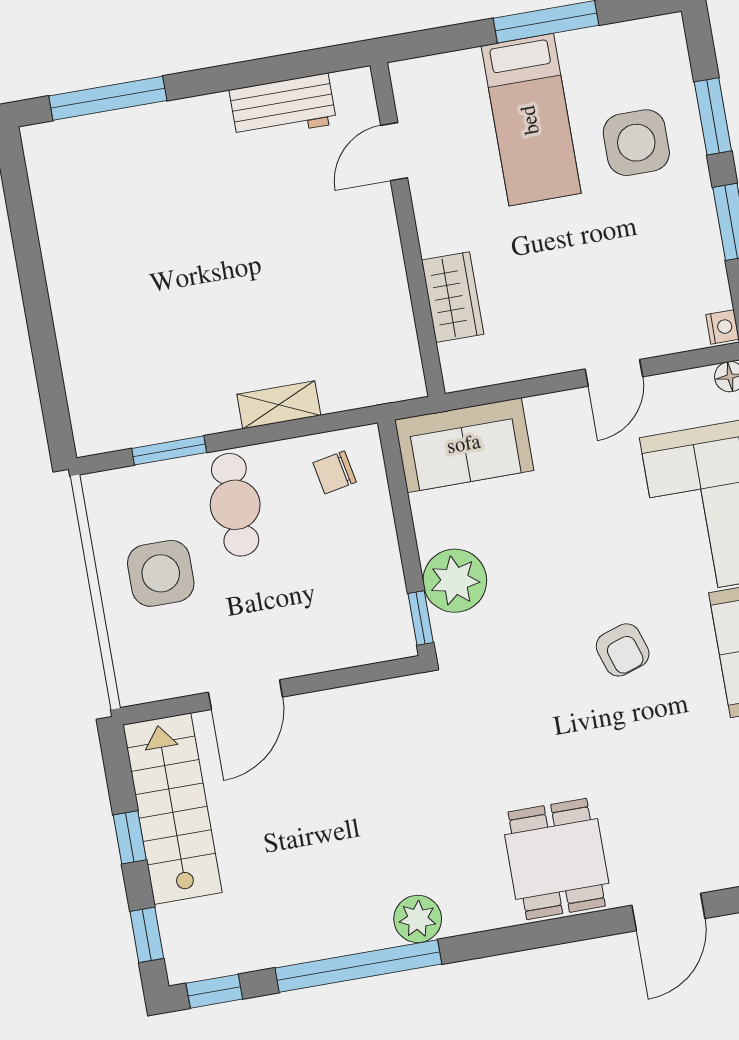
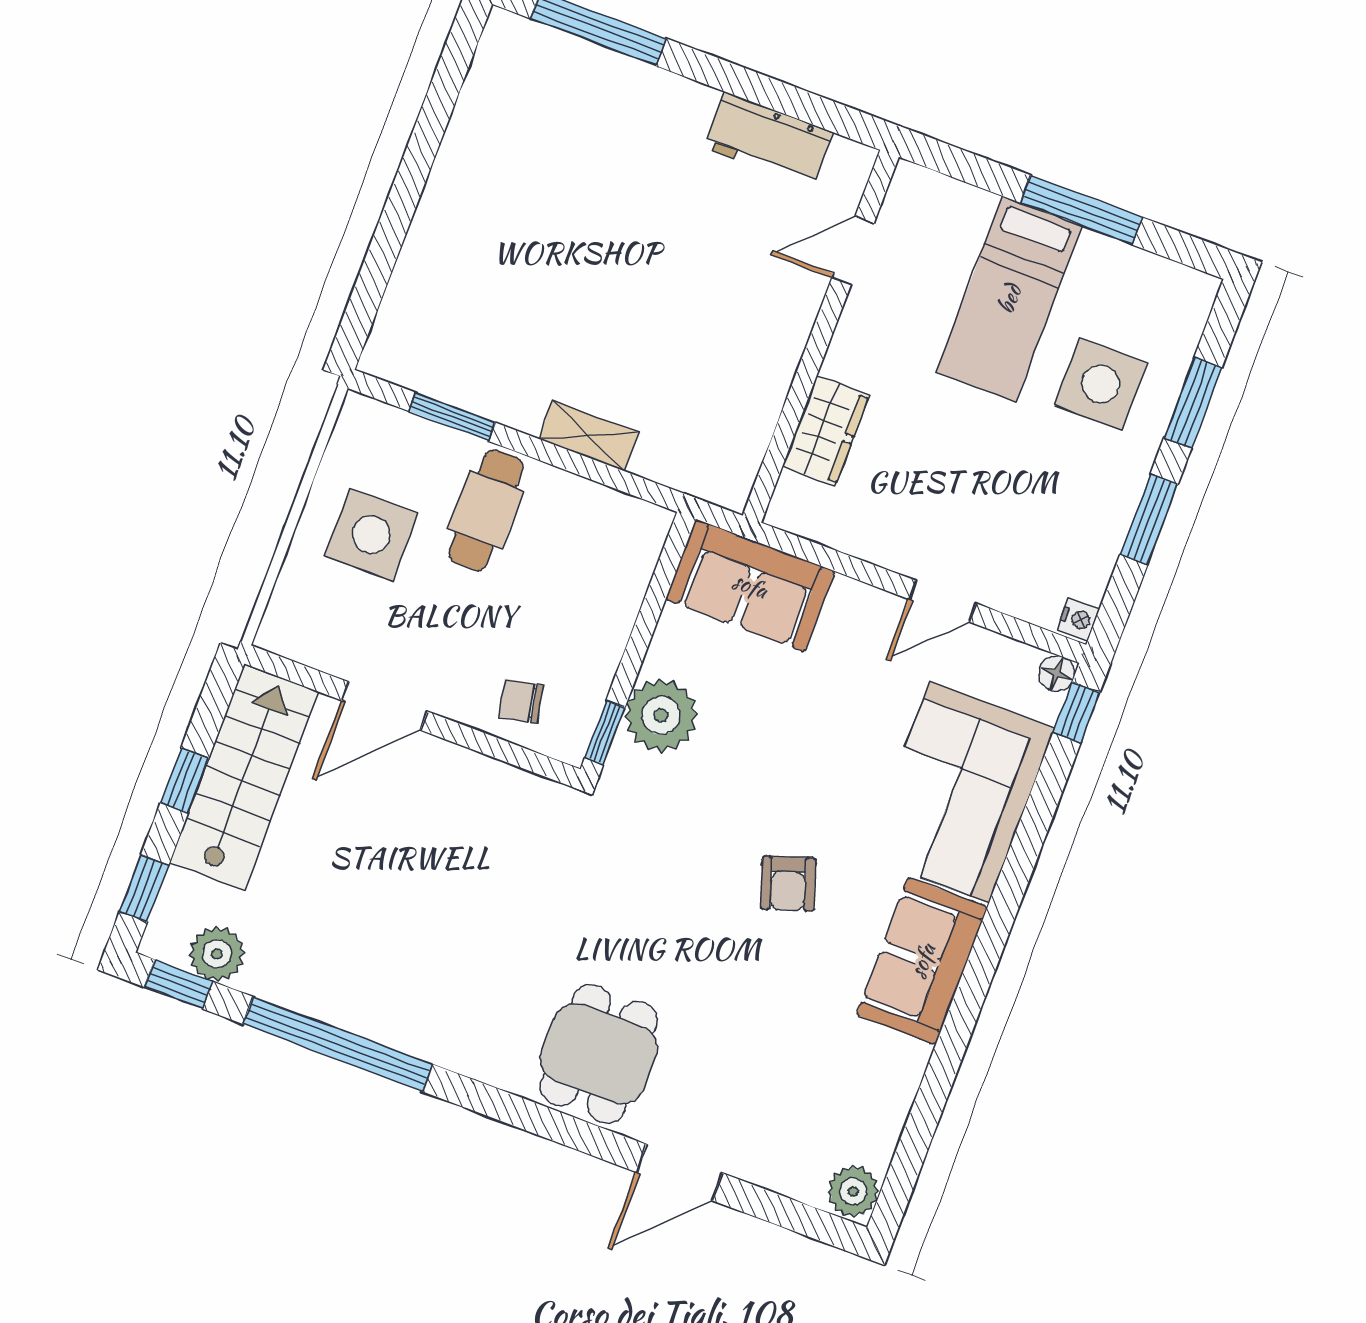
chair: (335, 472) -> (521, 701), moved
plant: (418, 919) -> (217, 954), moved

